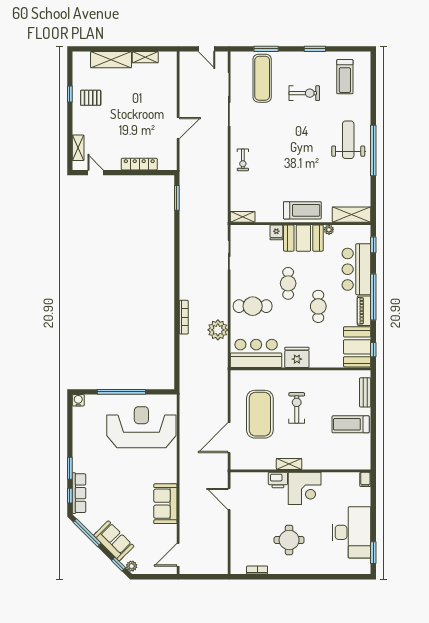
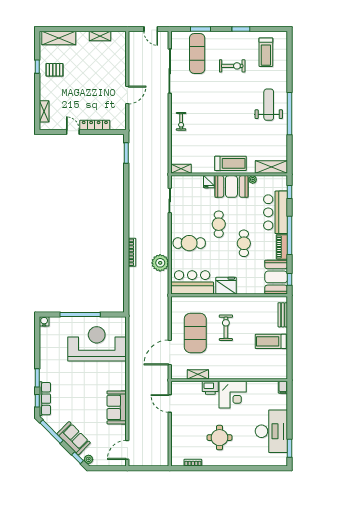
shelving: (111, 60) -> (59, 38), moved
door: (96, 173) -> (73, 132), moved
shelving: (289, 464) -> (198, 374), moved

